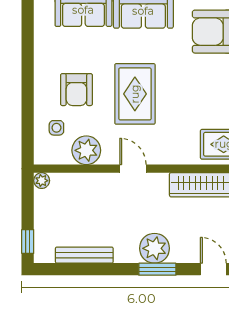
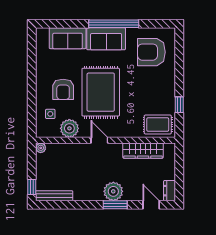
rug: (135, 94) -> (101, 92), width x1.37, depth x1.44
bench: (84, 255) -> (54, 196), moved

